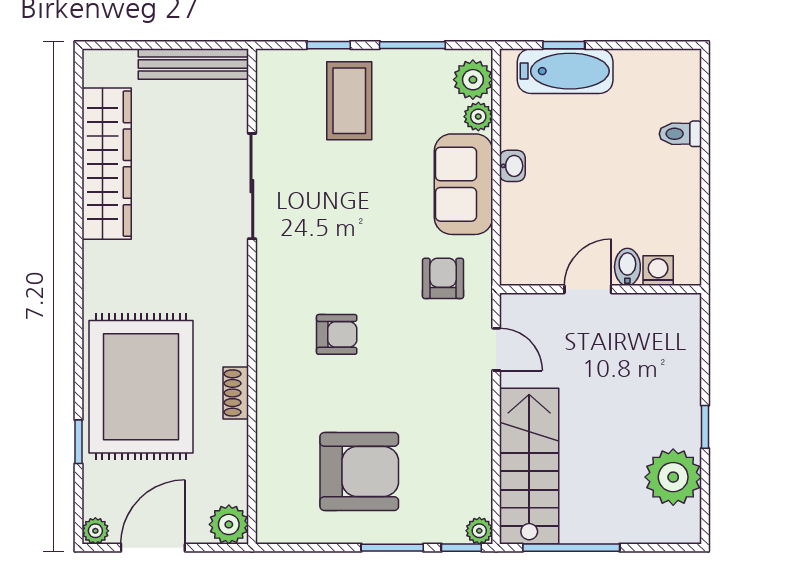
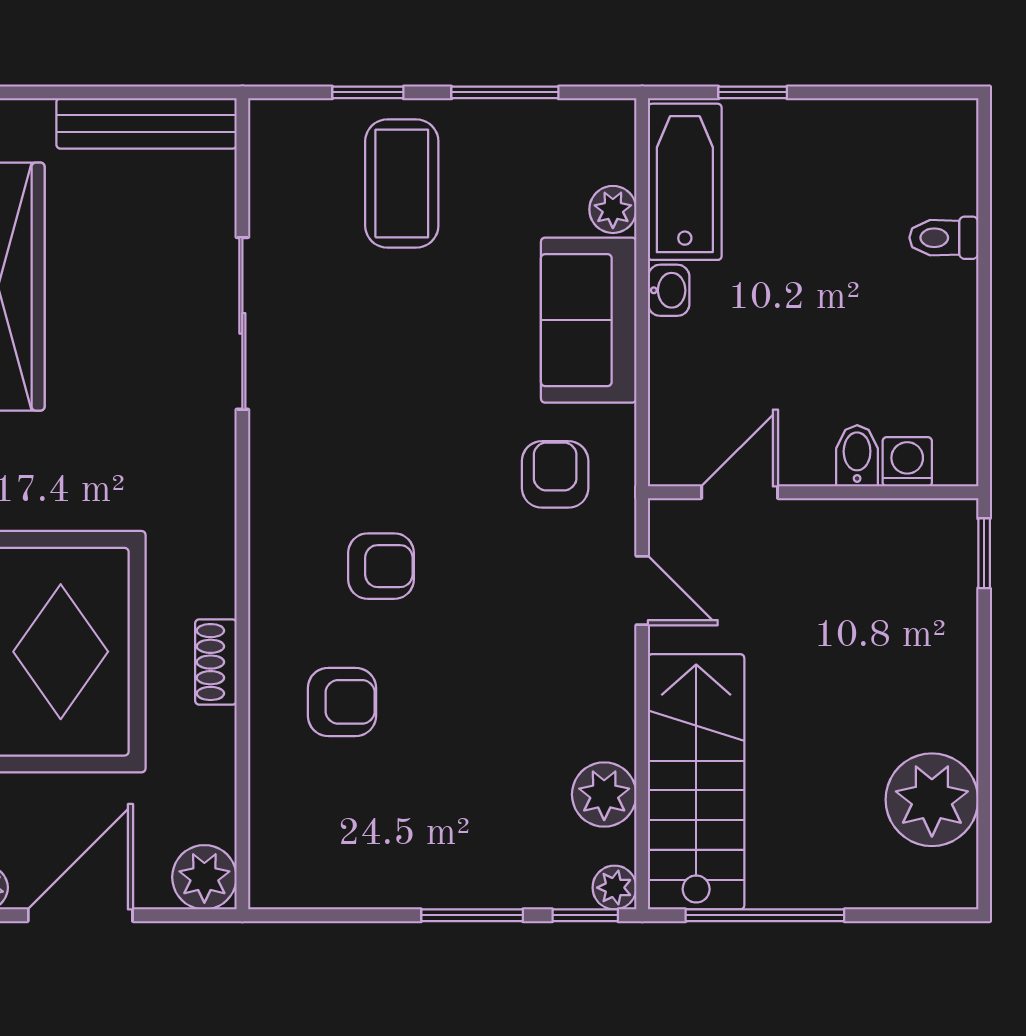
bathtub: (565, 71) -> (685, 182), moved, turned -90
plant: (473, 80) -> (604, 794), moved
door: (588, 289) -> (740, 492), moved
window: (705, 427) -> (984, 553), moved
armchair: (359, 471) -> (342, 702), moved, width x0.53, depth x0.53

